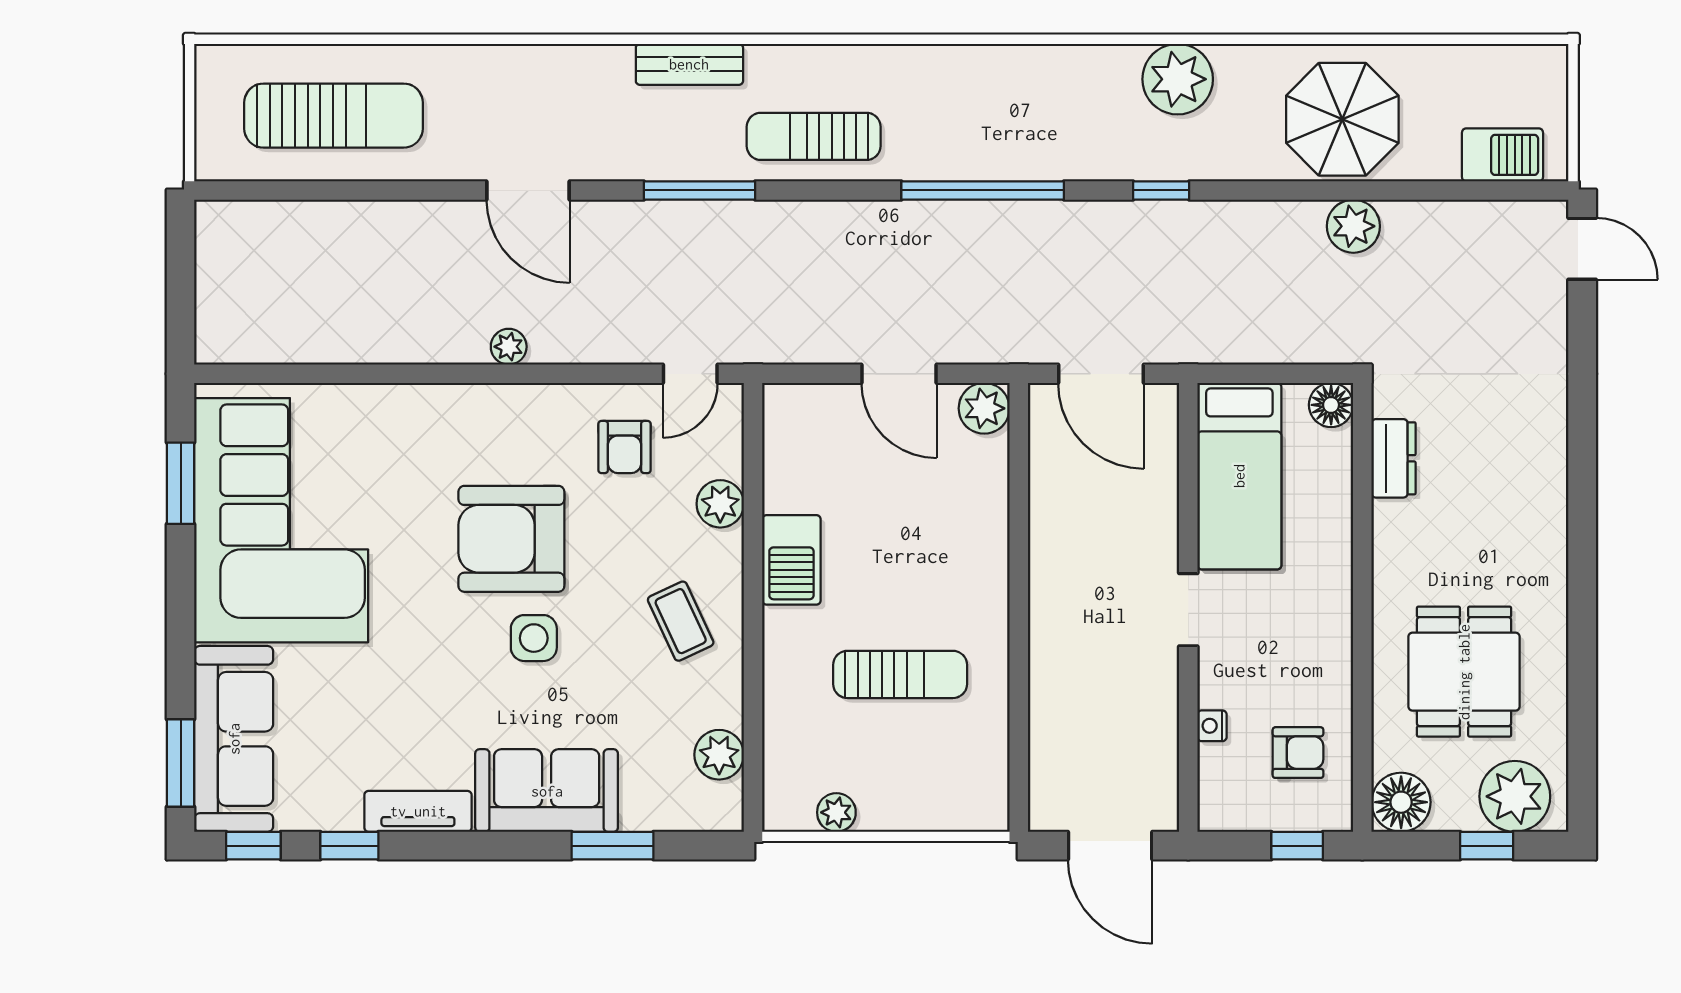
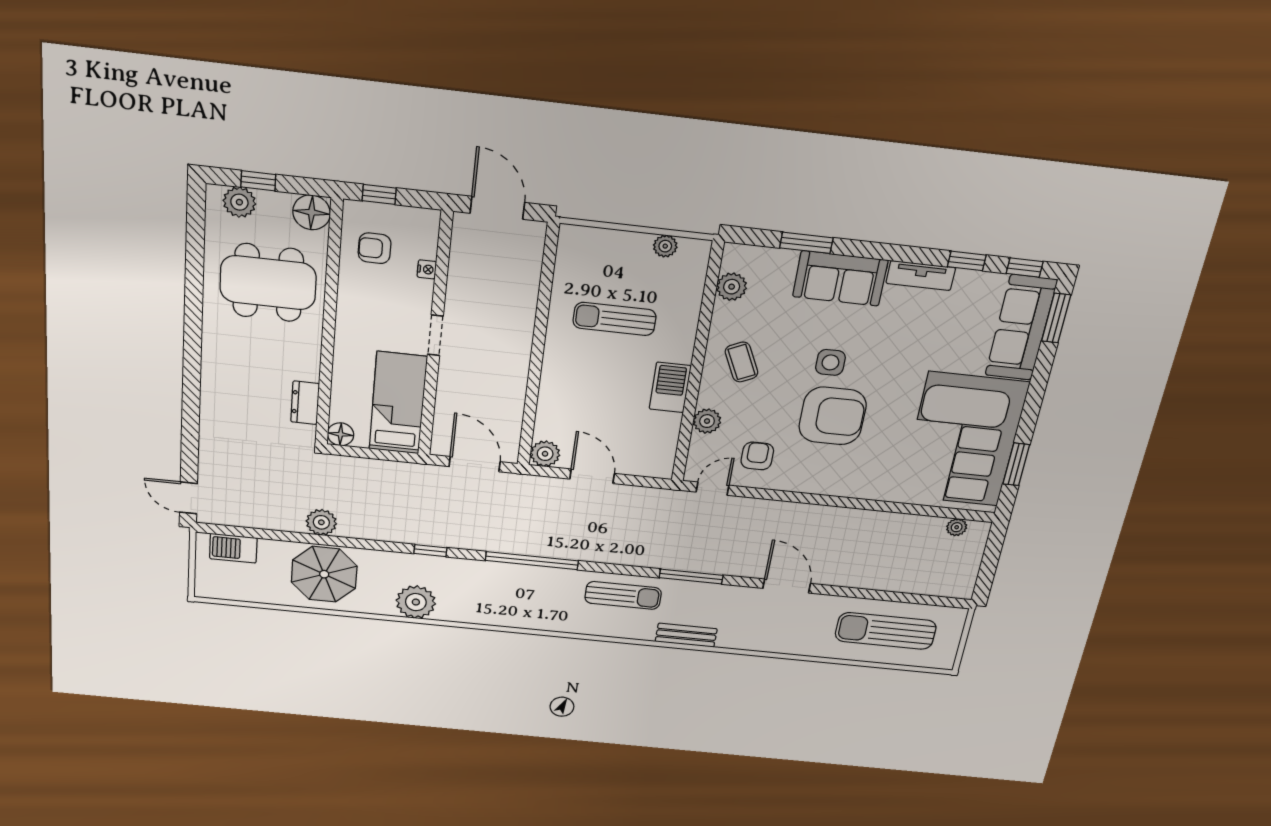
plant: (509, 347) -> (957, 527), moved
dining table: (1464, 672) -> (268, 283), width x1.38
plant: (1515, 796) -> (239, 202), width x0.73, depth x0.73

